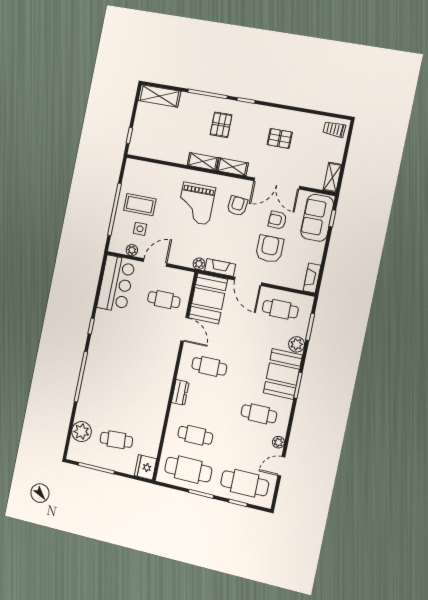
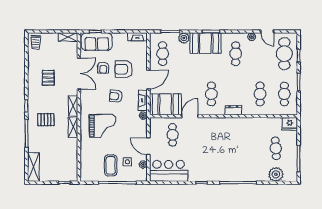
armchair: (237, 206) -> (116, 96), moved
cafe table: (188, 470) -> (284, 94), width x0.73, depth x0.74

